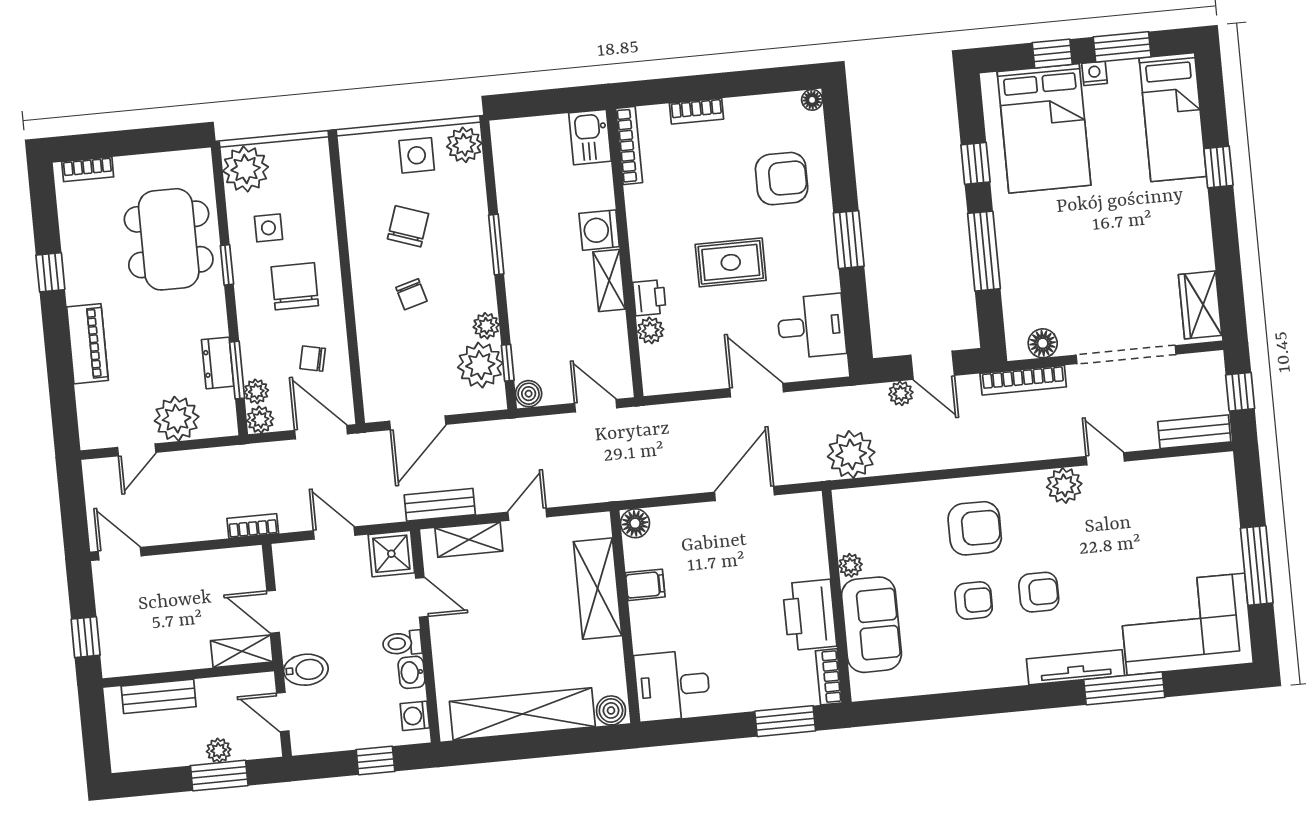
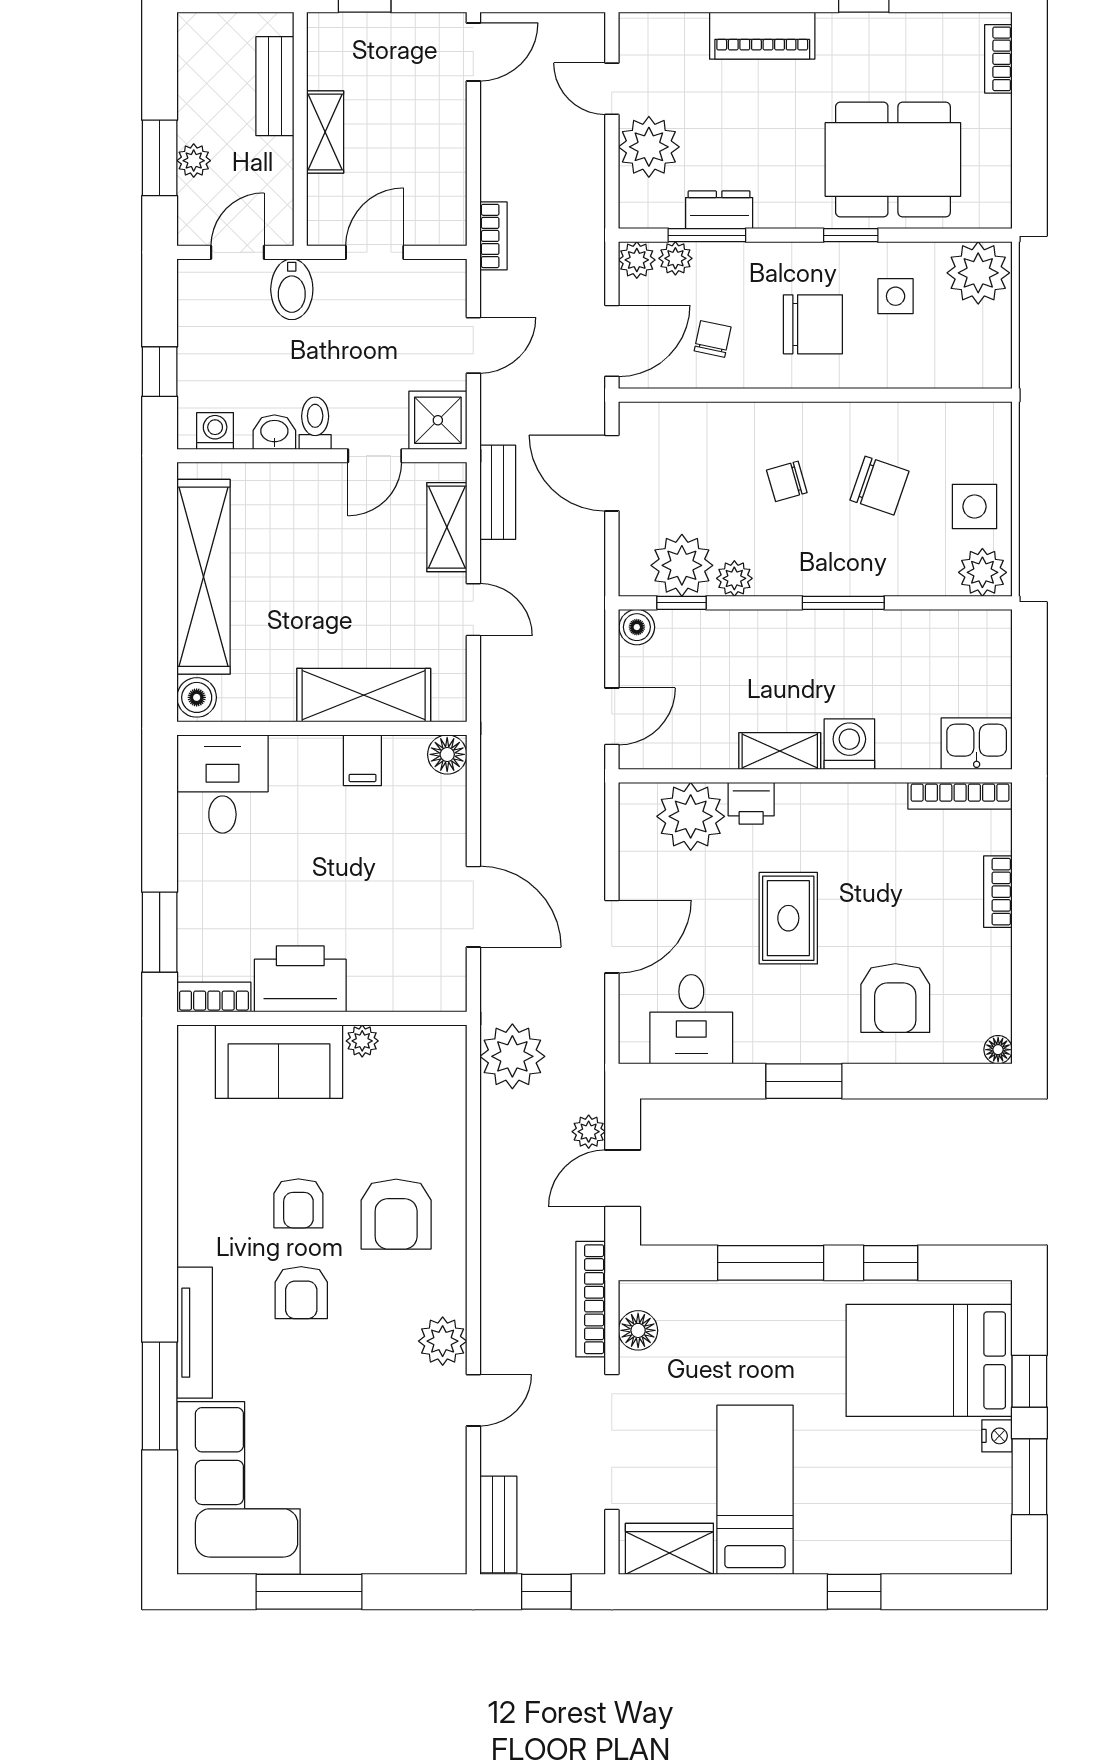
bed: (1173, 117) -> (755, 1490), moved, turned 90
plant: (651, 330) -> (691, 816), width x1.87, depth x1.87
shelving: (242, 651) -> (325, 132), moved

